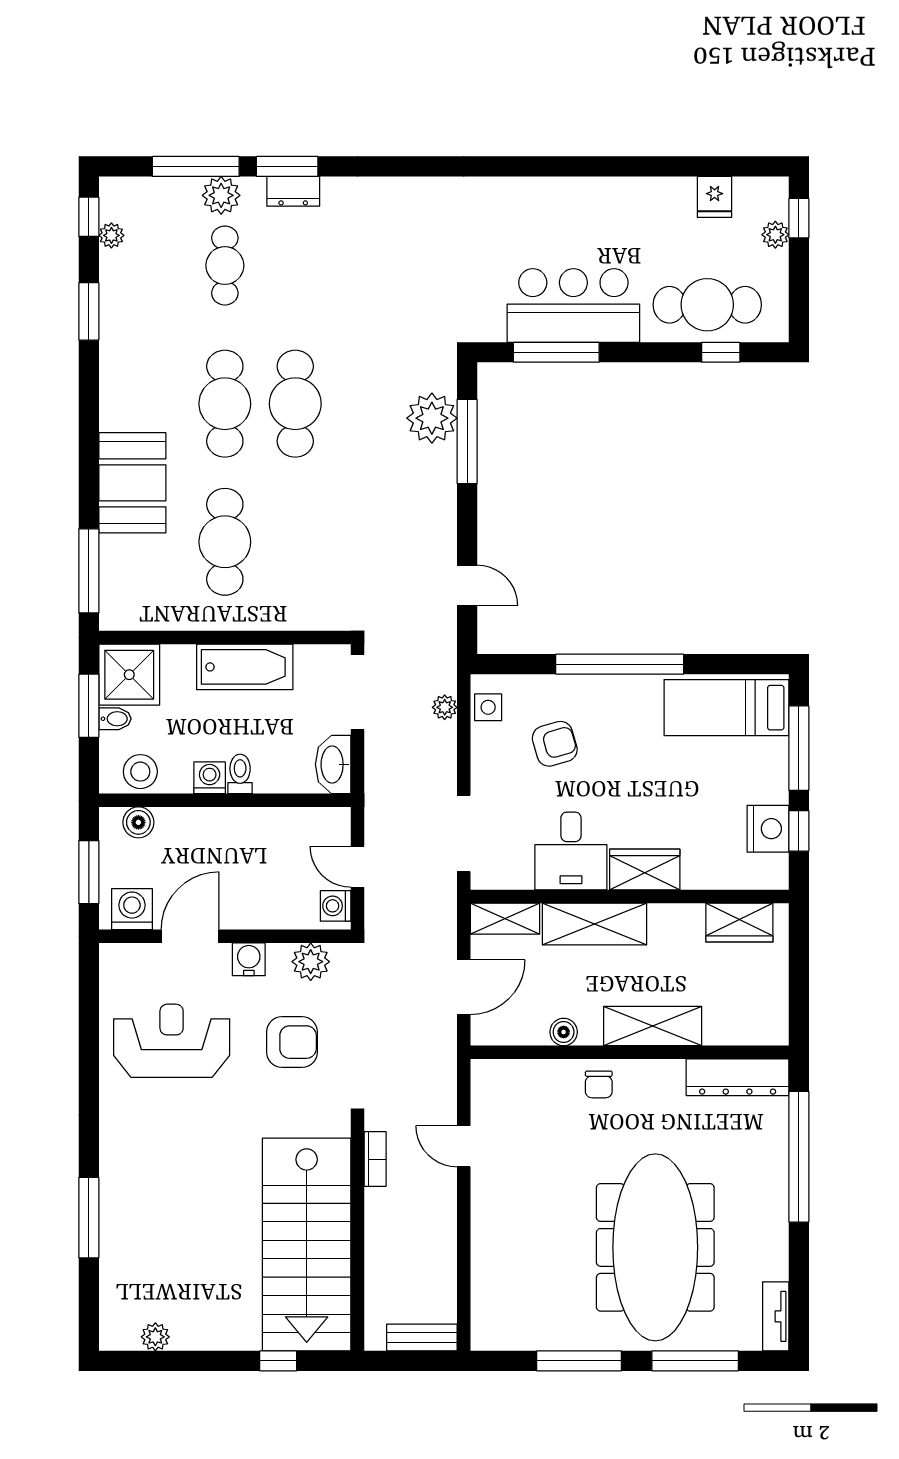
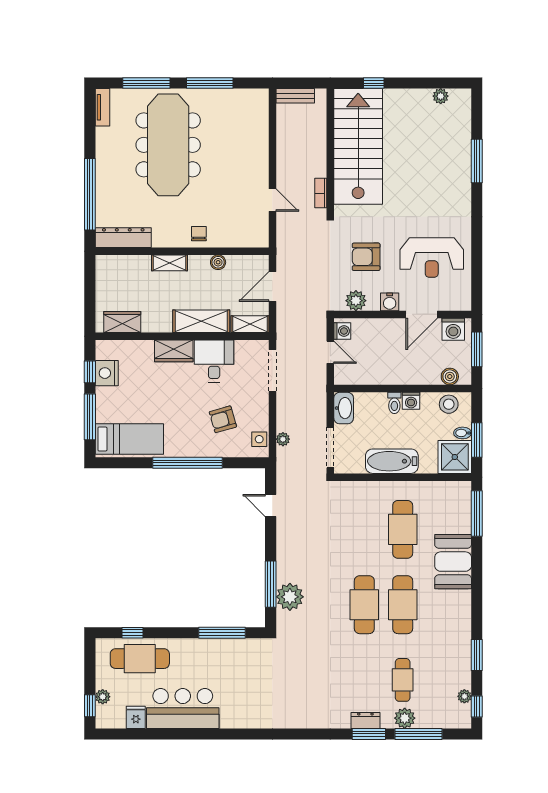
bar counter: (573, 305) -> (183, 708), moved, turned 180
shelving: (653, 1026) -> (170, 263), width x0.67, depth x0.75

